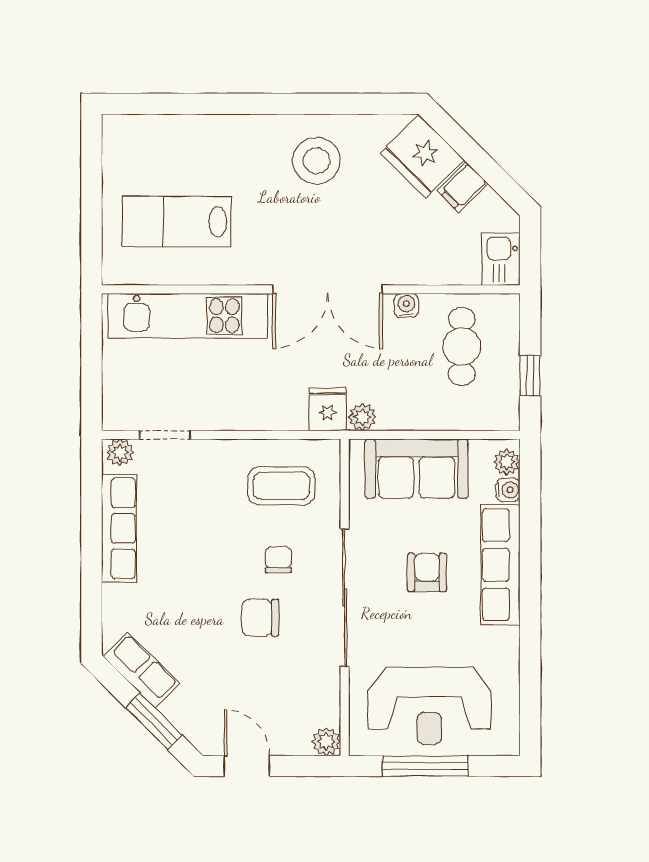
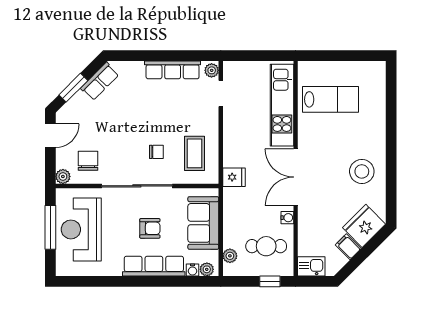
lab bench: (177, 222) -> (330, 99), turned 90
window: (530, 376) -> (270, 281), moved
plant: (362, 417) -> (230, 256), moved
chair: (260, 618) -> (88, 161), moved

